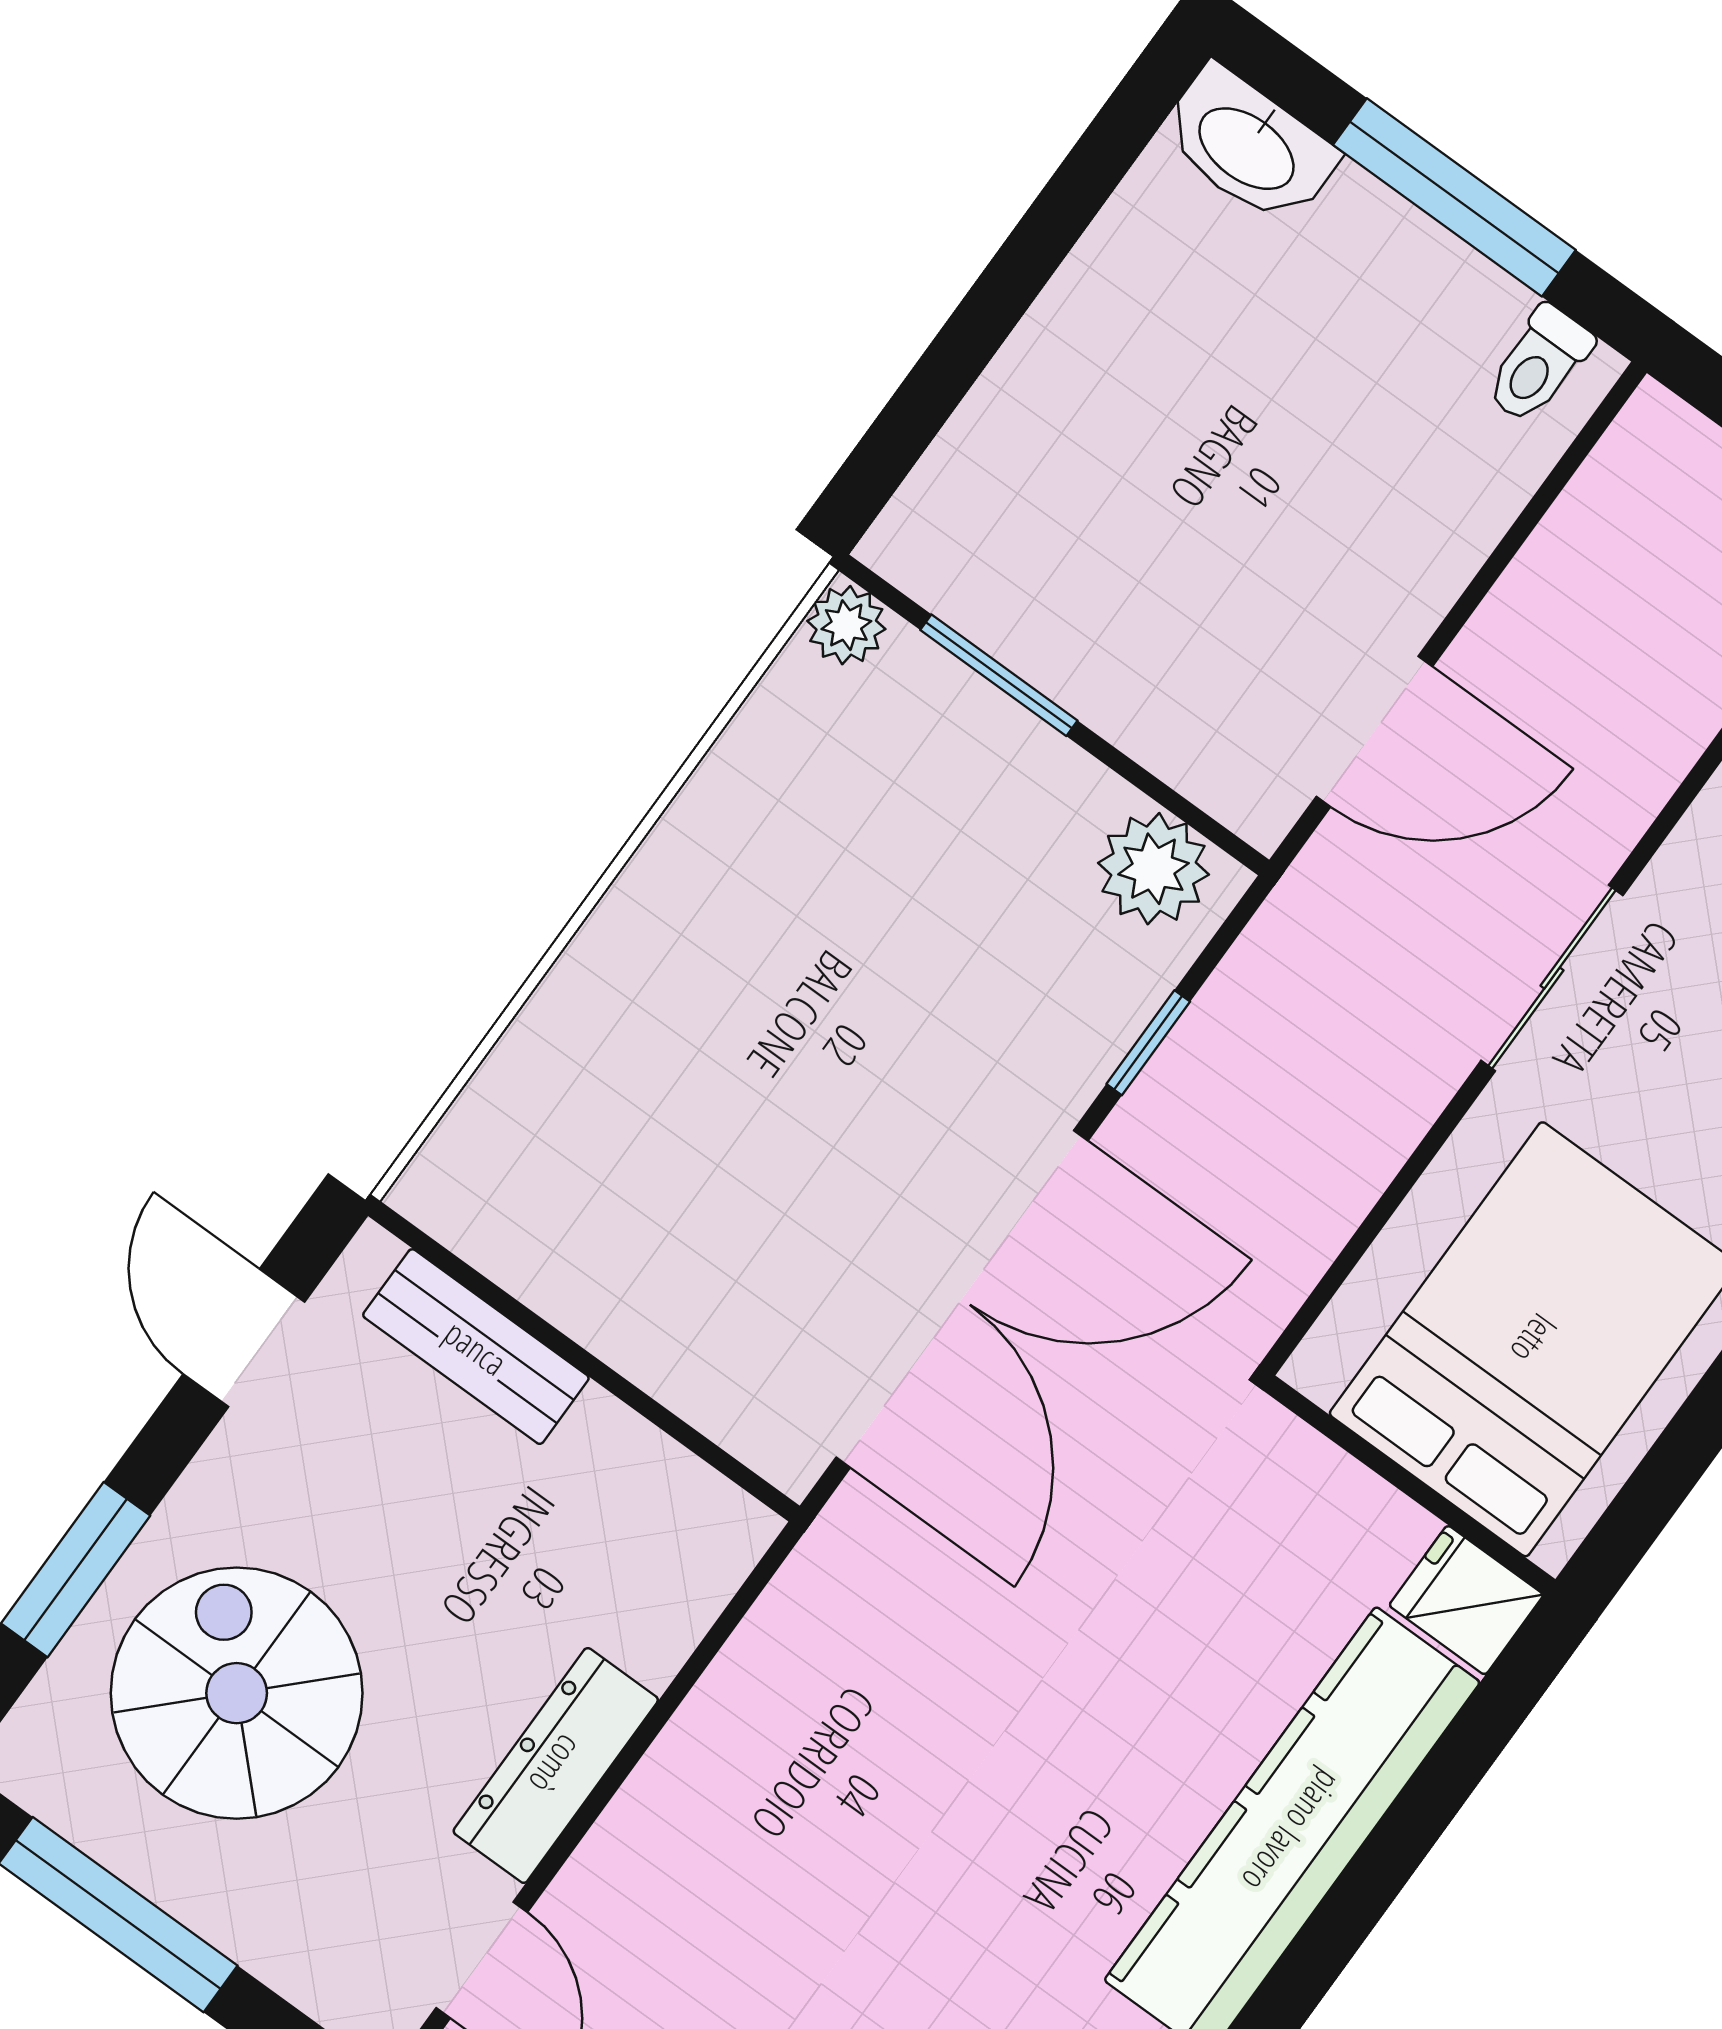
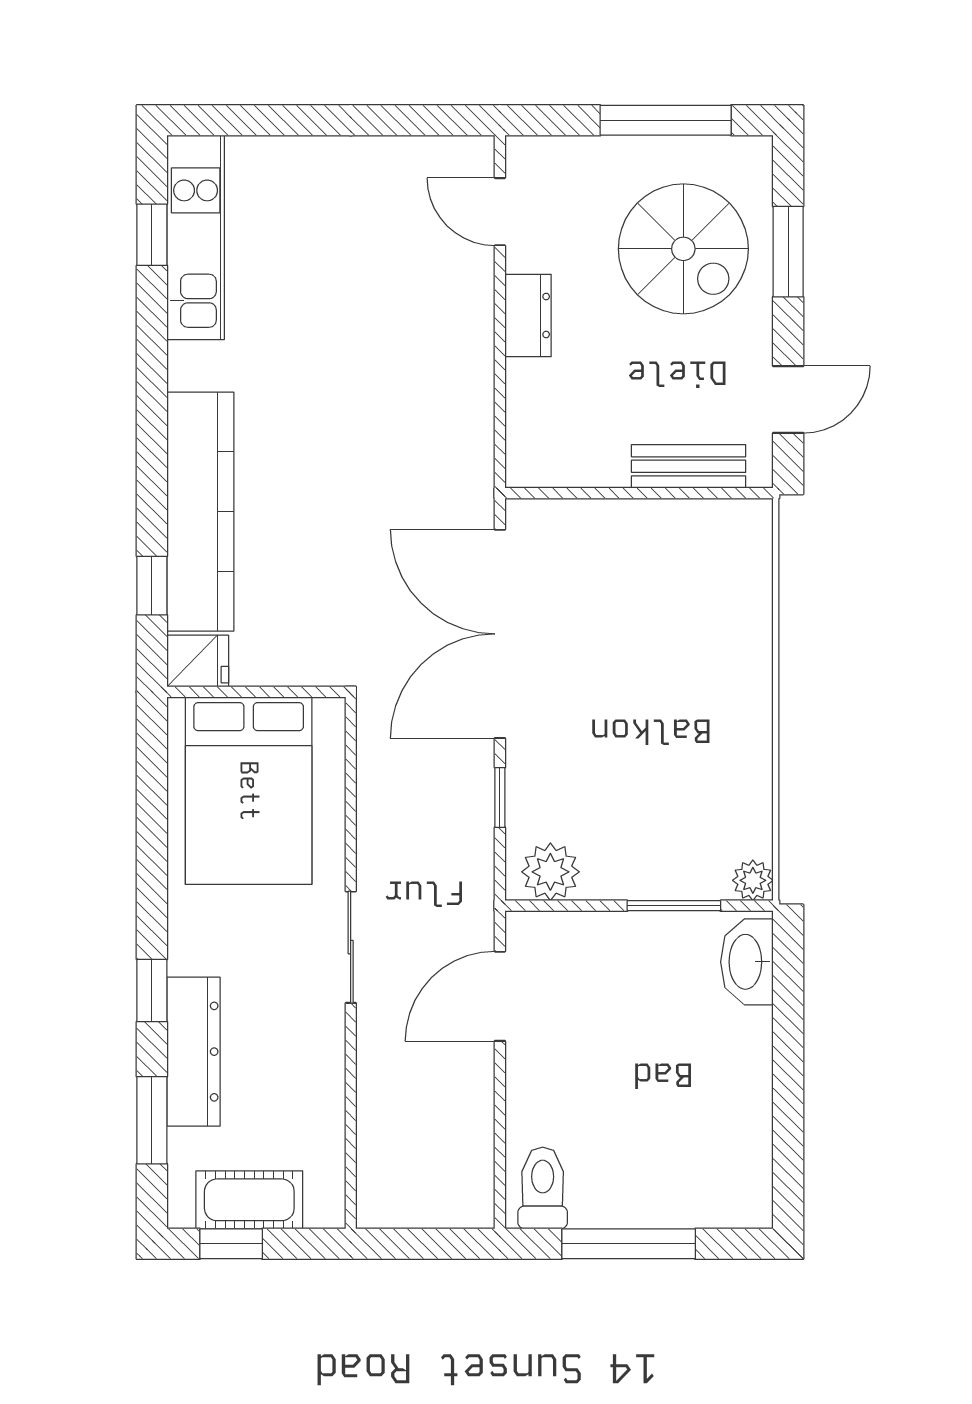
washbasin: (1248, 146) -> (747, 962), moved, turned -90
toilet: (1539, 365) -> (543, 1188), width x1.37, depth x1.39
door: (244, 1338) -> (788, 400), hinge flipped
dresser: (556, 1765) -> (528, 315), width x0.70
window: (1452, 1770) -> (152, 586), added

